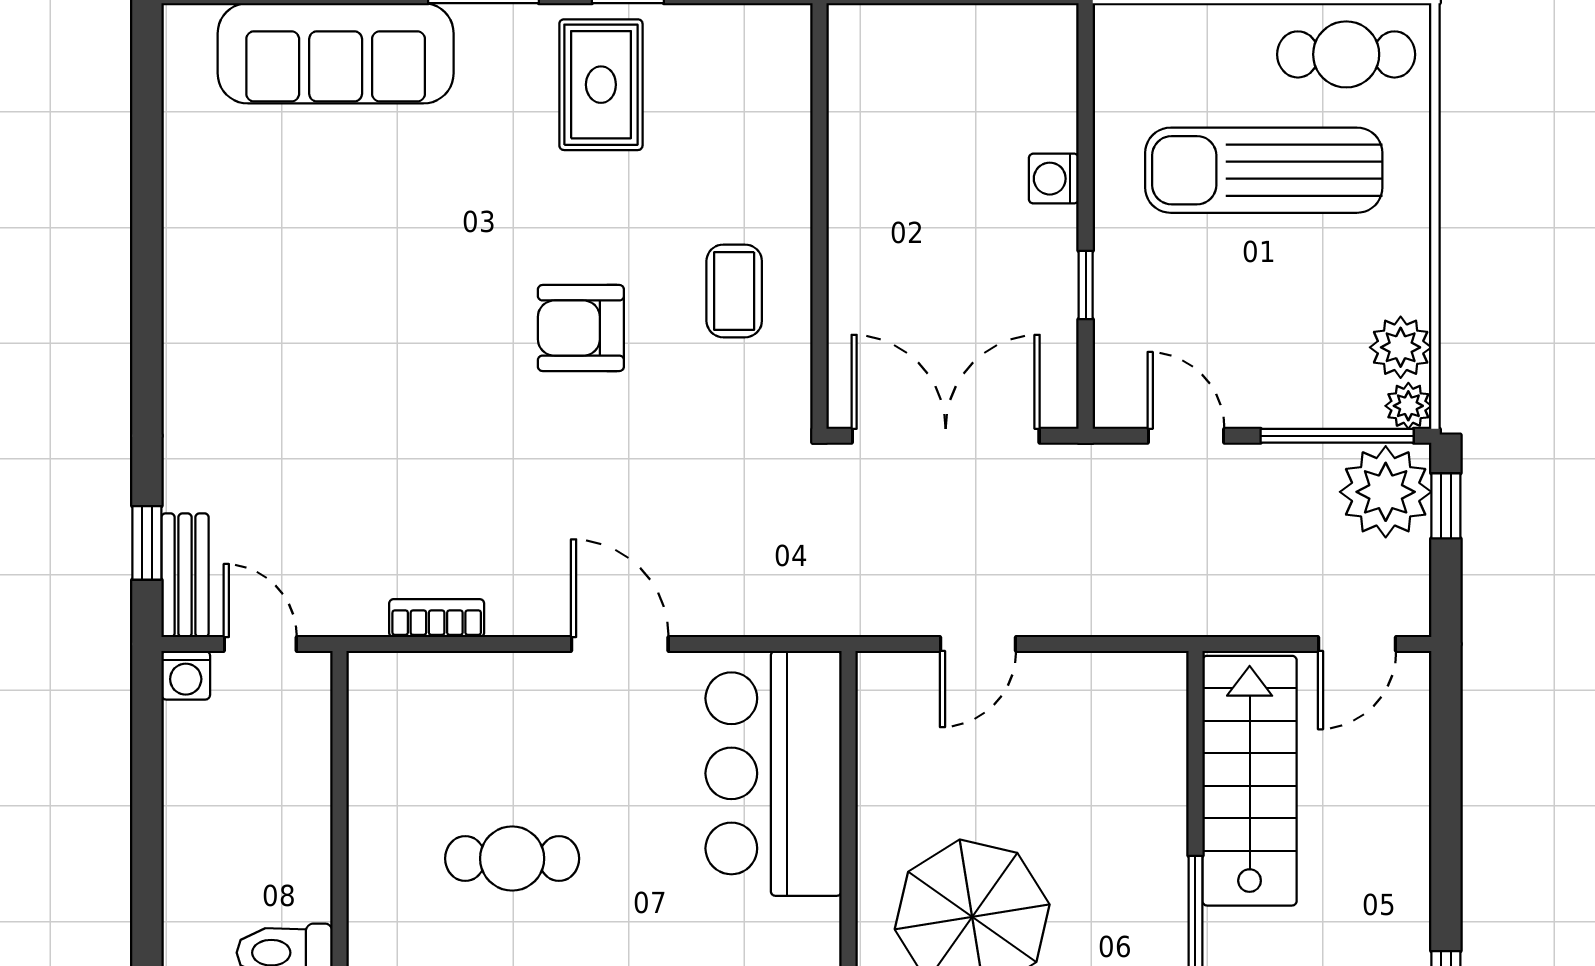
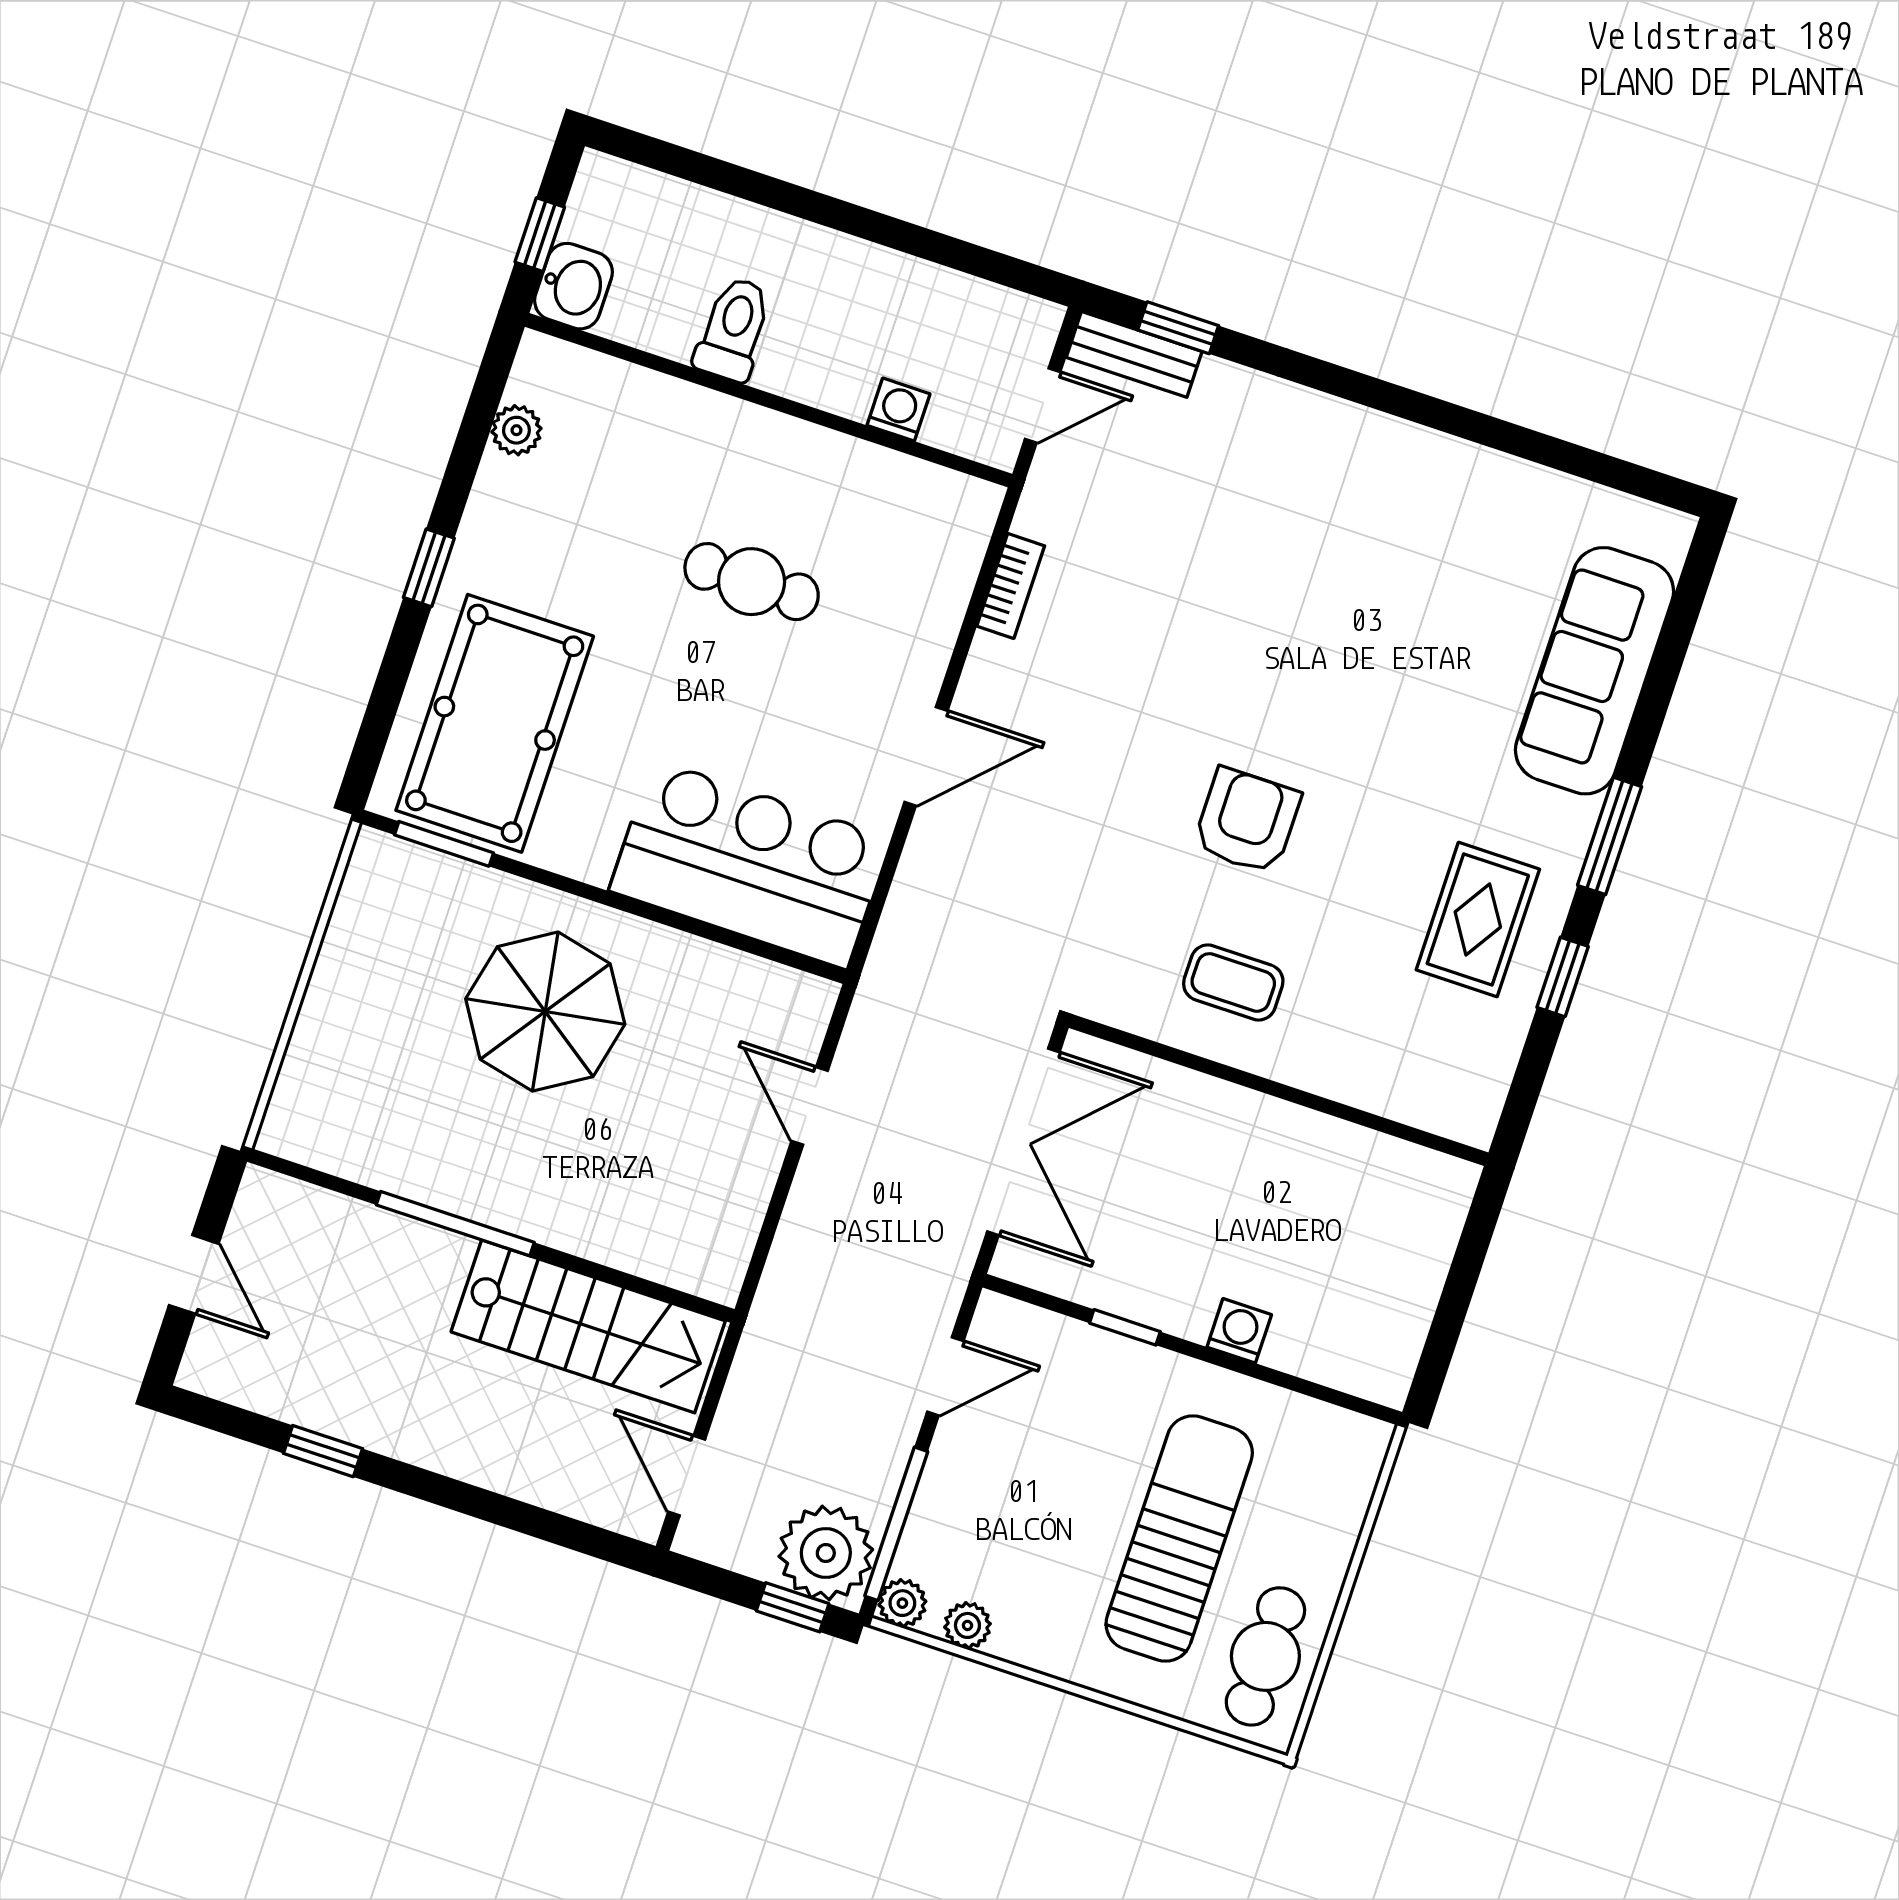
rug: (601, 85) -> (1478, 919), turned 90
plant: (1401, 347) -> (967, 1625), width x0.73, depth x0.73
washing machine: (186, 675) -> (898, 410), moved, turned 90
cafe table: (512, 859) -> (752, 582), turned 90

